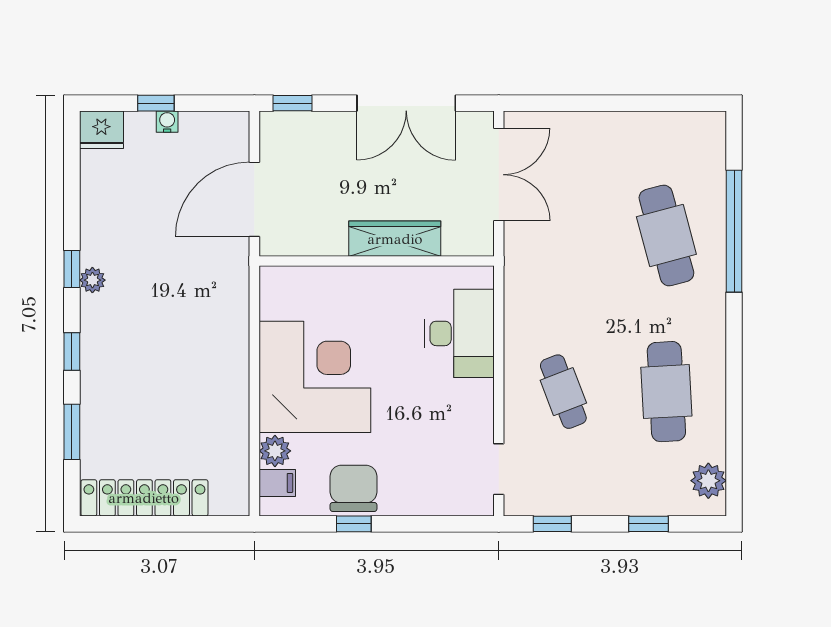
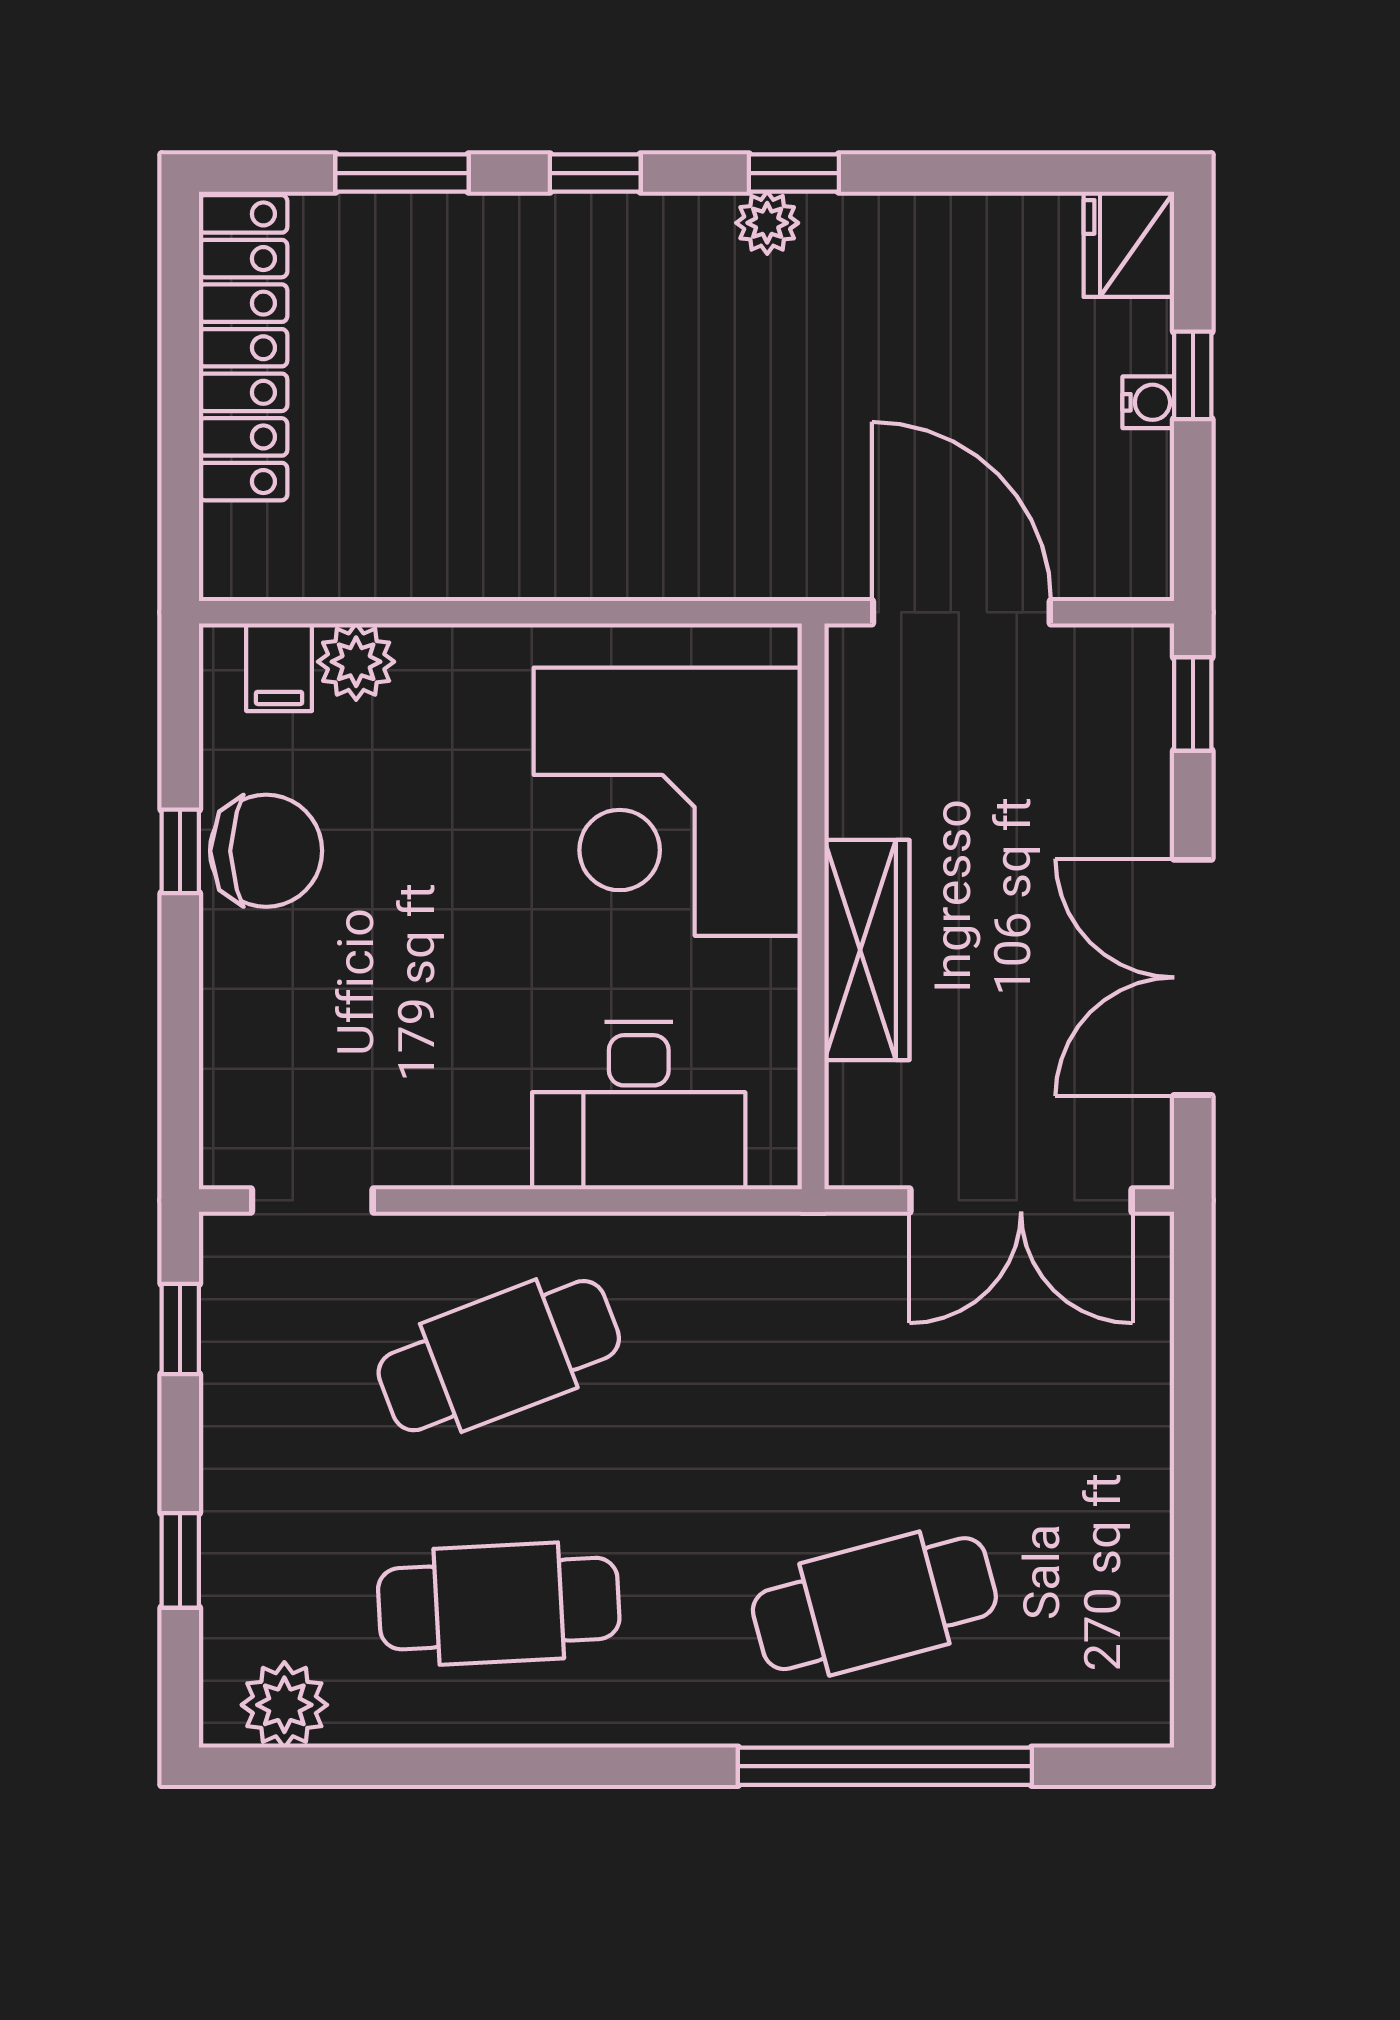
corner desk: (315, 377) -> (668, 802), moved, turned 90
cafe table: (563, 392) -> (499, 1356), width x1.37, depth x1.35

